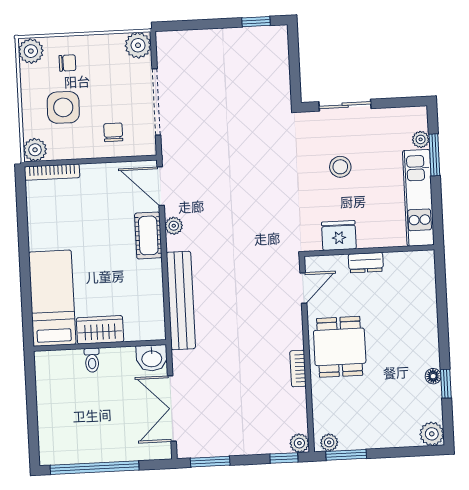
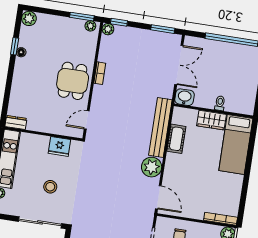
sliding door: (345, 105) -> (40, 222), width x1.37
plant: (174, 226) -> (152, 167), width x1.88, depth x1.88
cot: (148, 235) -> (176, 139), moved
dresser: (366, 263) -> (16, 122), moved

